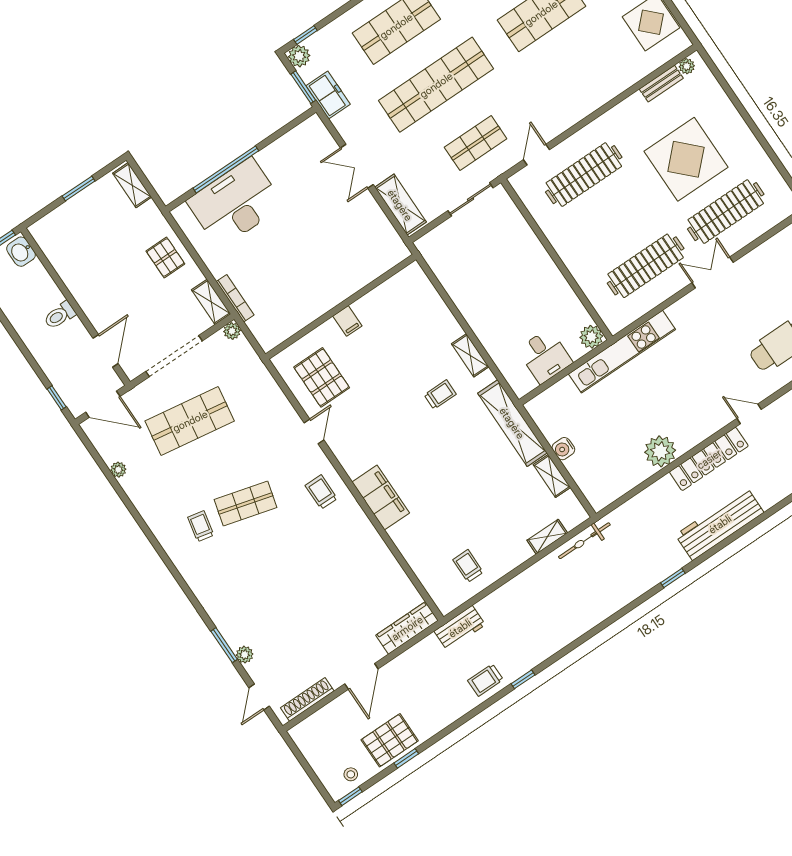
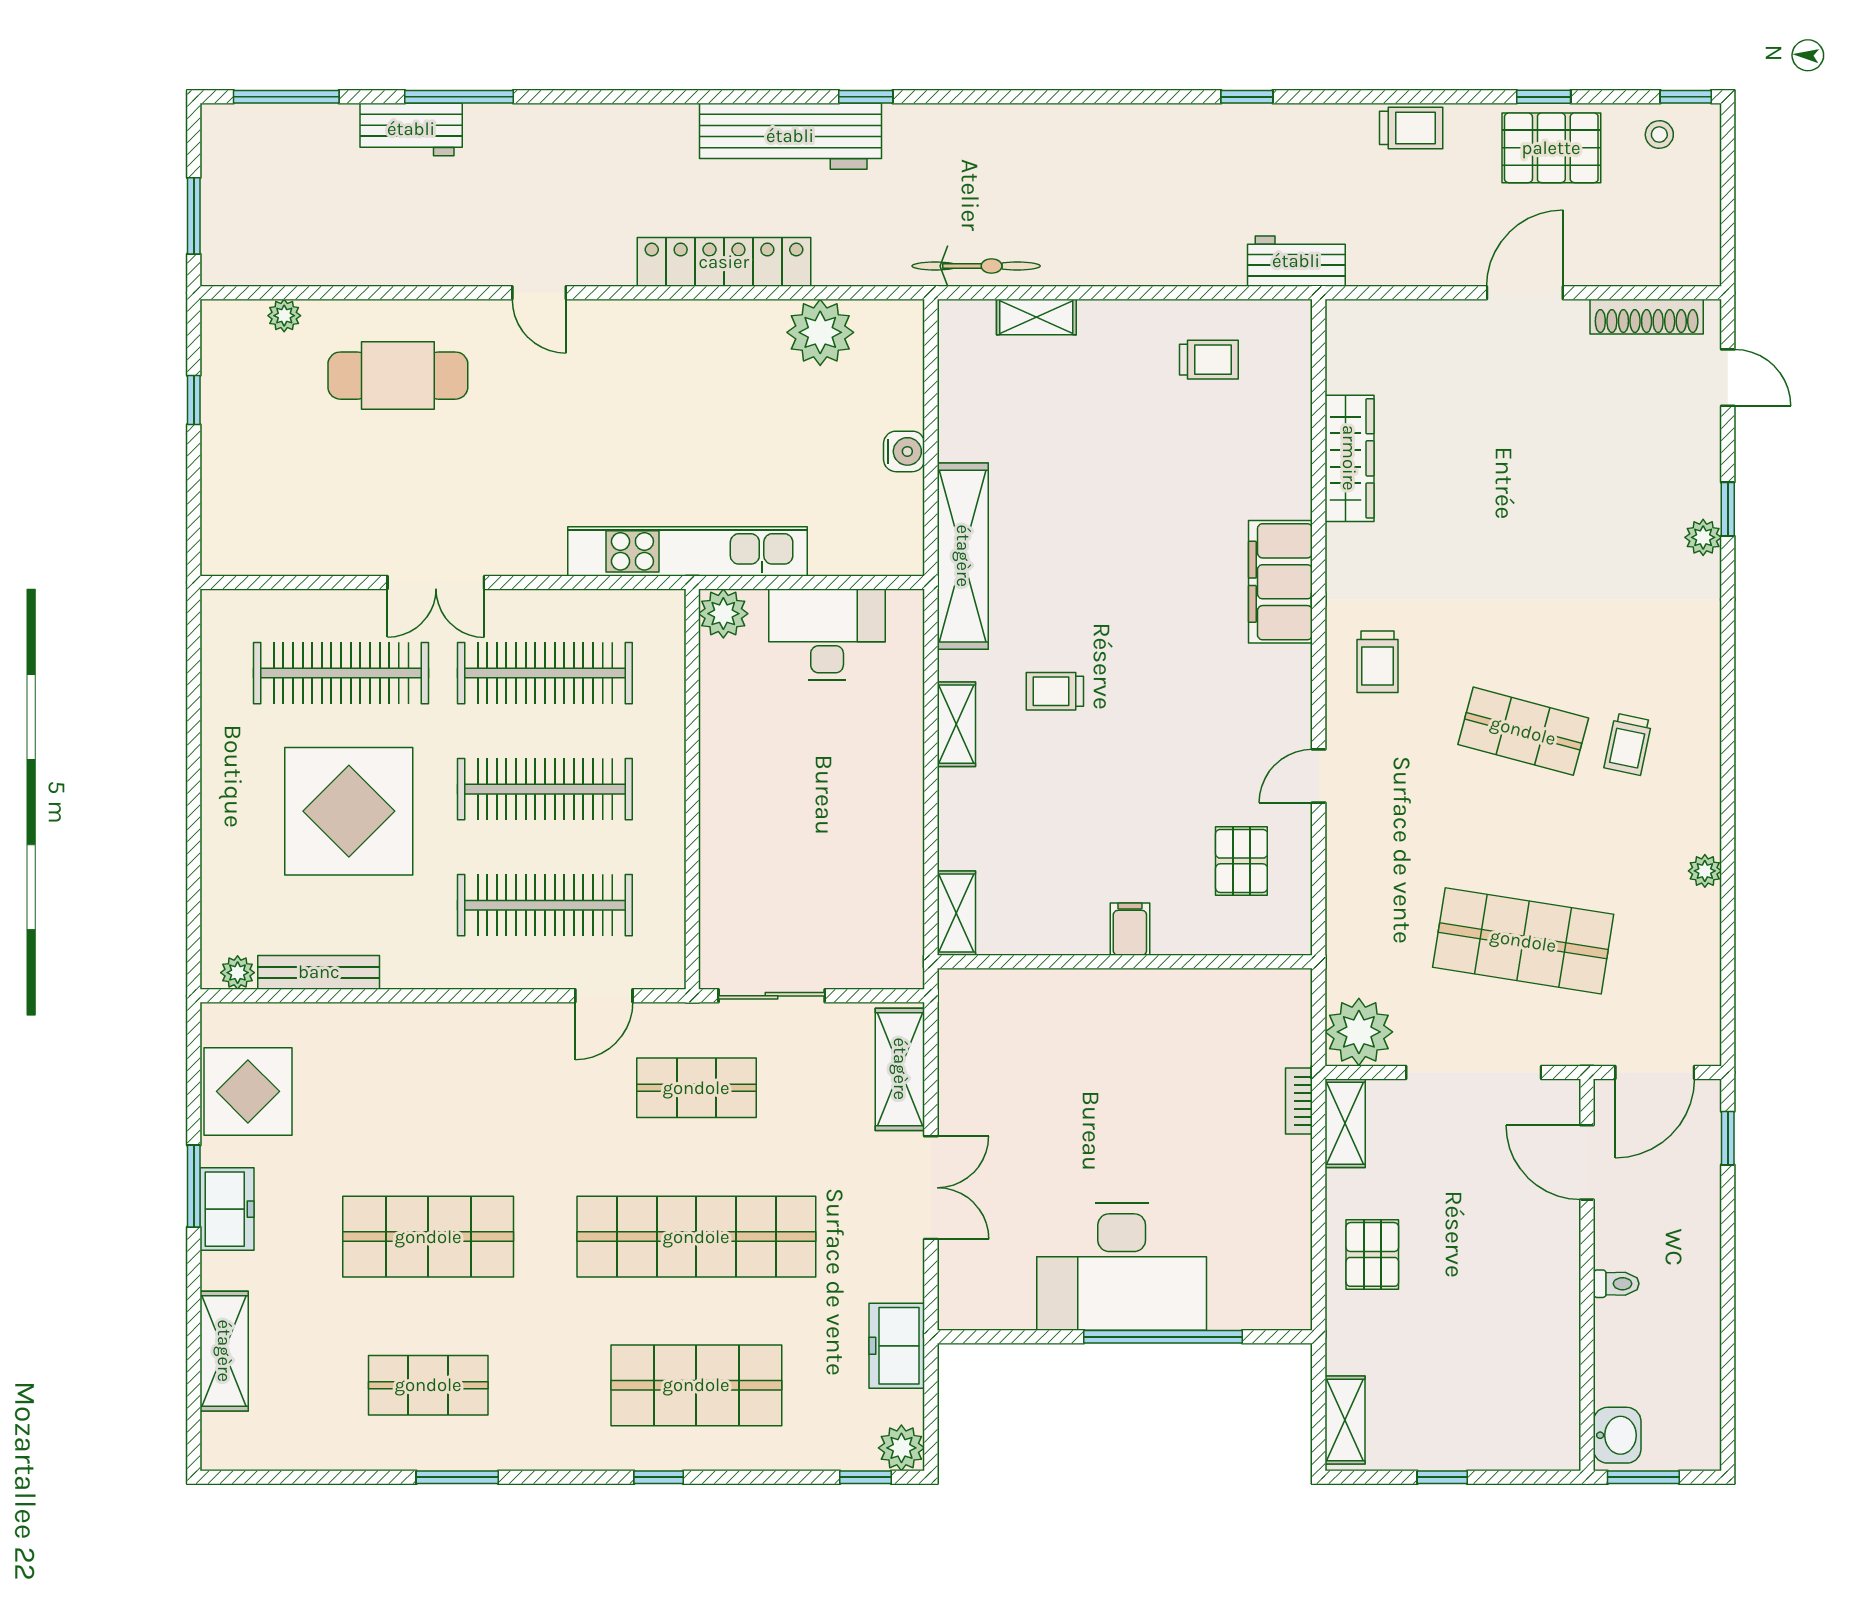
bench: (661, 84) -> (319, 972), width x1.36
window: (303, 87) -> (931, 1389), removed
window: (79, 189) -> (1442, 1477), width x0.67
desk: (235, 203) -> (1122, 1267), moved
clothes rail: (615, 220) -> (545, 789), added
bookcase: (235, 298) -> (1299, 1101), width x0.64
toilet: (60, 315) -> (1616, 1284), width x0.73, depth x0.72
plant: (232, 331) -> (1359, 1032), width x1.88, depth x1.88
door: (105, 351) -> (1587, 1162), hinge flipped
desk: (545, 356) -> (827, 635), width x1.37
pallet: (322, 377) -> (1241, 861), width x0.67, depth x0.71
door: (103, 404) -> (1655, 1072), swing flipped
plant: (660, 451) -> (820, 332), moved
locker: (709, 459) -> (724, 262), moved
plant: (118, 470) -> (1705, 871), moved
shelving: (552, 476) -> (956, 913), moved
workbench: (720, 524) -> (790, 136), moved
trolley: (468, 566) -> (1209, 360), turned -90
wardrobe: (407, 628) -> (1349, 458), moved, turned -90
window: (224, 645) -> (1728, 509), width x0.67
plant: (245, 655) -> (1703, 537), moved
trolley: (485, 680) -> (1411, 128), moved
door: (259, 697) -> (1728, 378), hinge flipped

